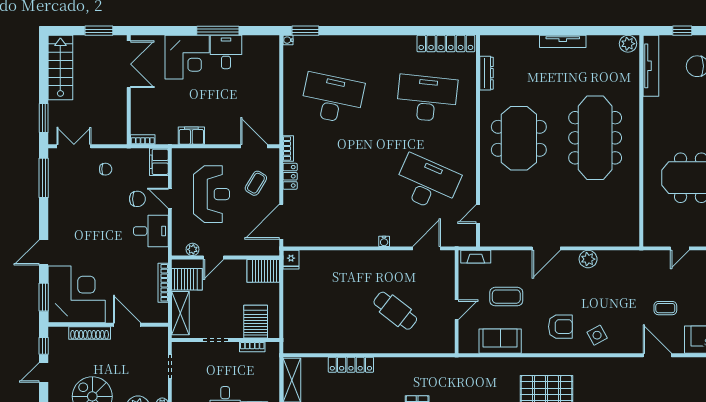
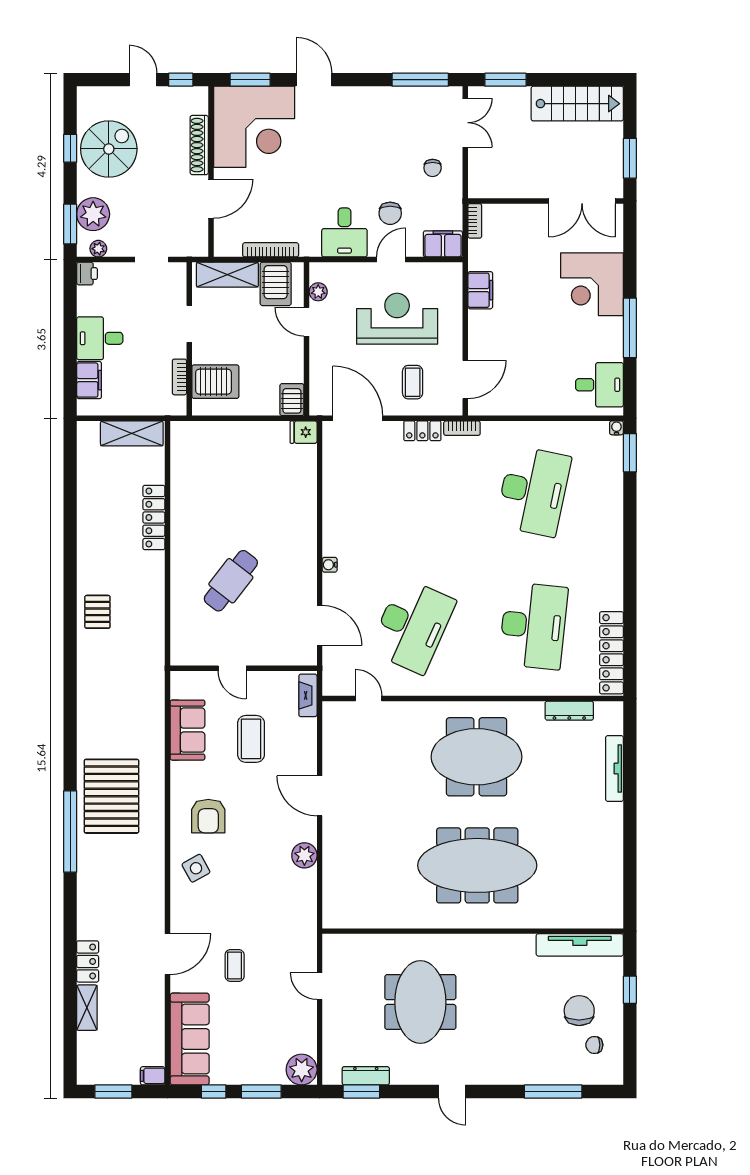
tv unit: (563, 41) -> (615, 769), moved
plant: (628, 44) -> (611, 912), removed
desk: (226, 52) -> (599, 385), moved
coffee table: (256, 183) -> (413, 382), turned 59
reception desk: (211, 194) -> (397, 319), turned 180
server rack: (263, 271) -> (292, 400), width x0.73, depth x0.70

